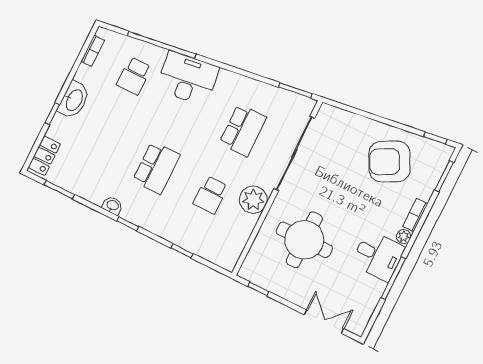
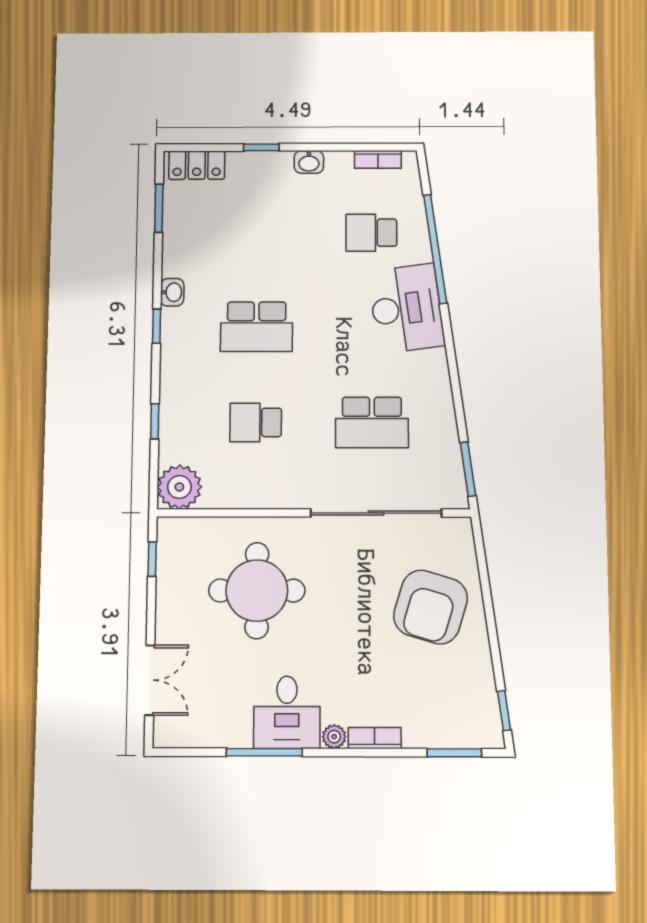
washbasin: (74, 100) -> (309, 162), width x0.52, depth x0.69
armchair: (390, 162) -> (431, 607), moved, turned -135
plant: (253, 200) -> (179, 487), moved

